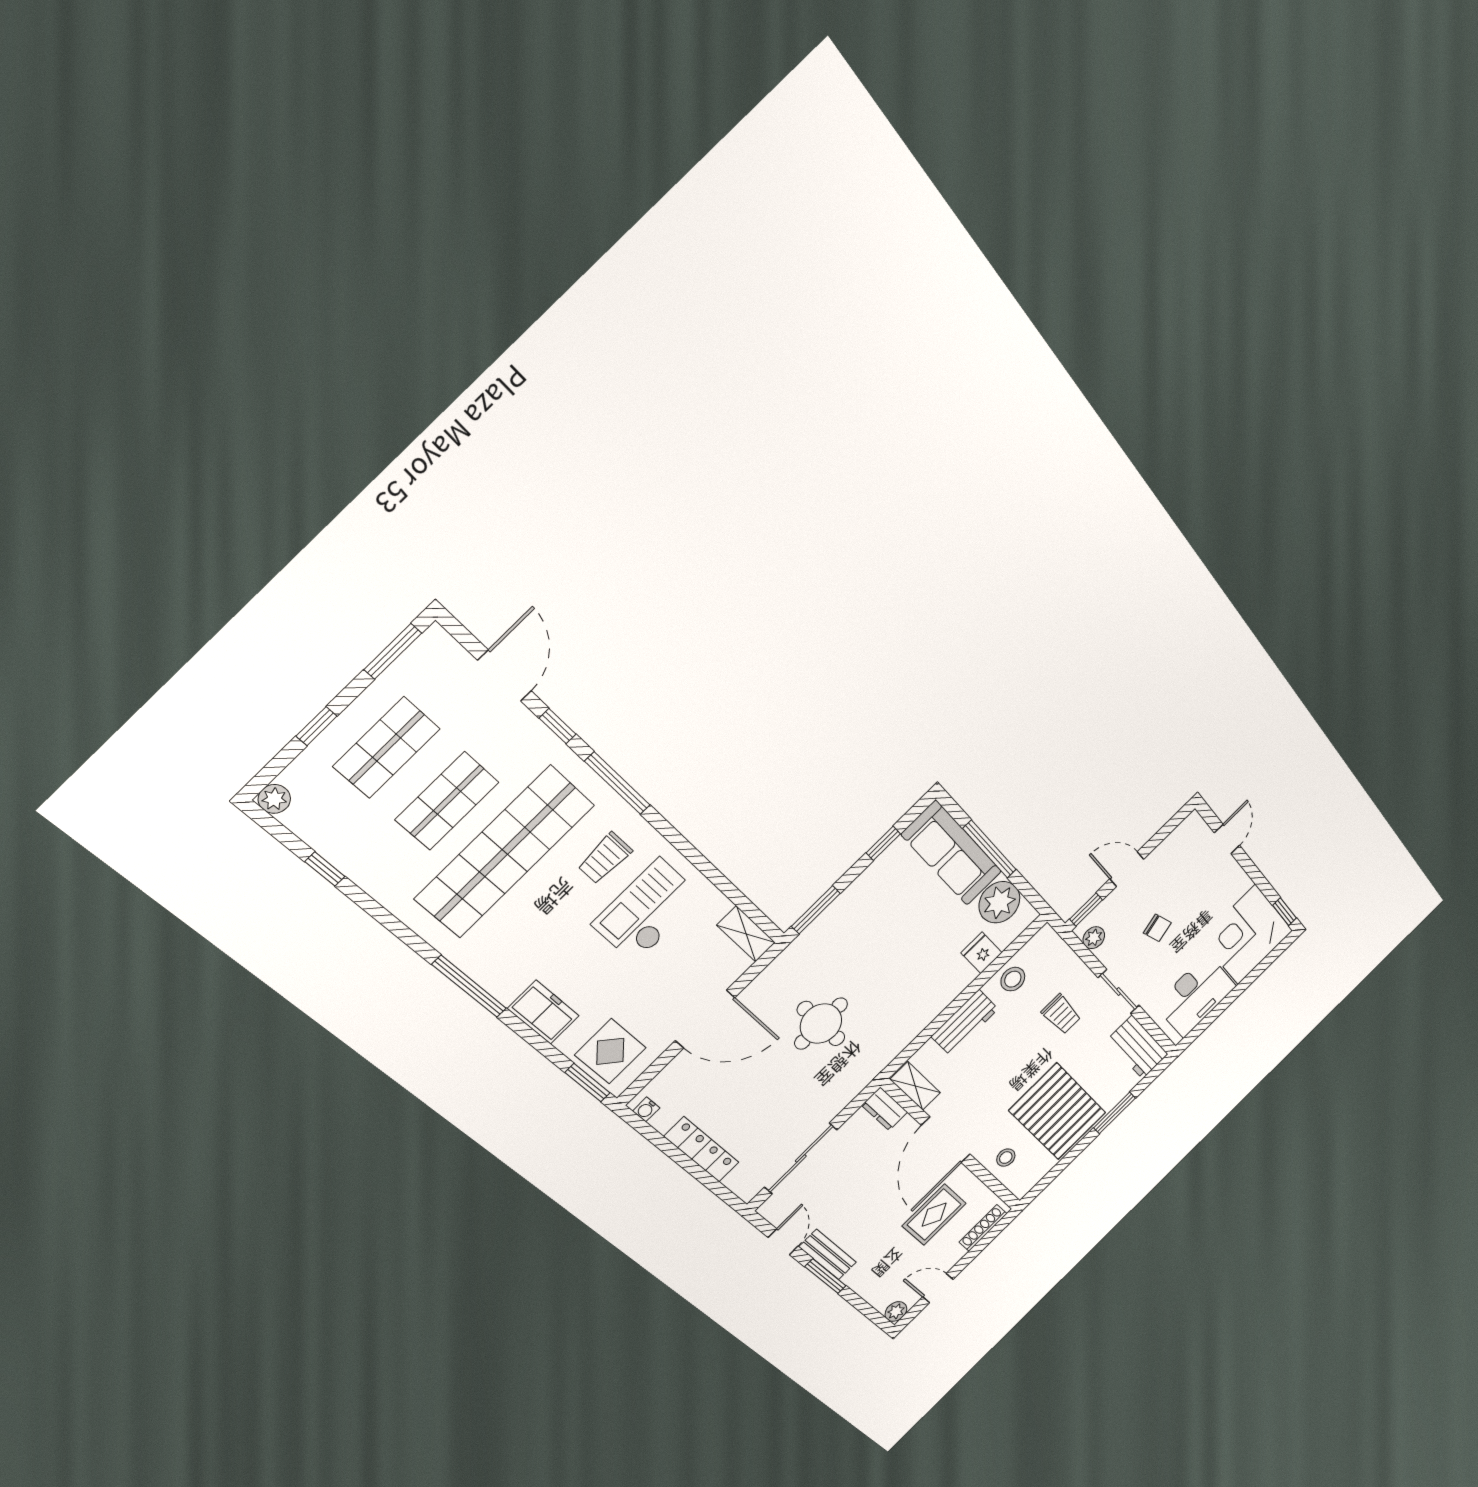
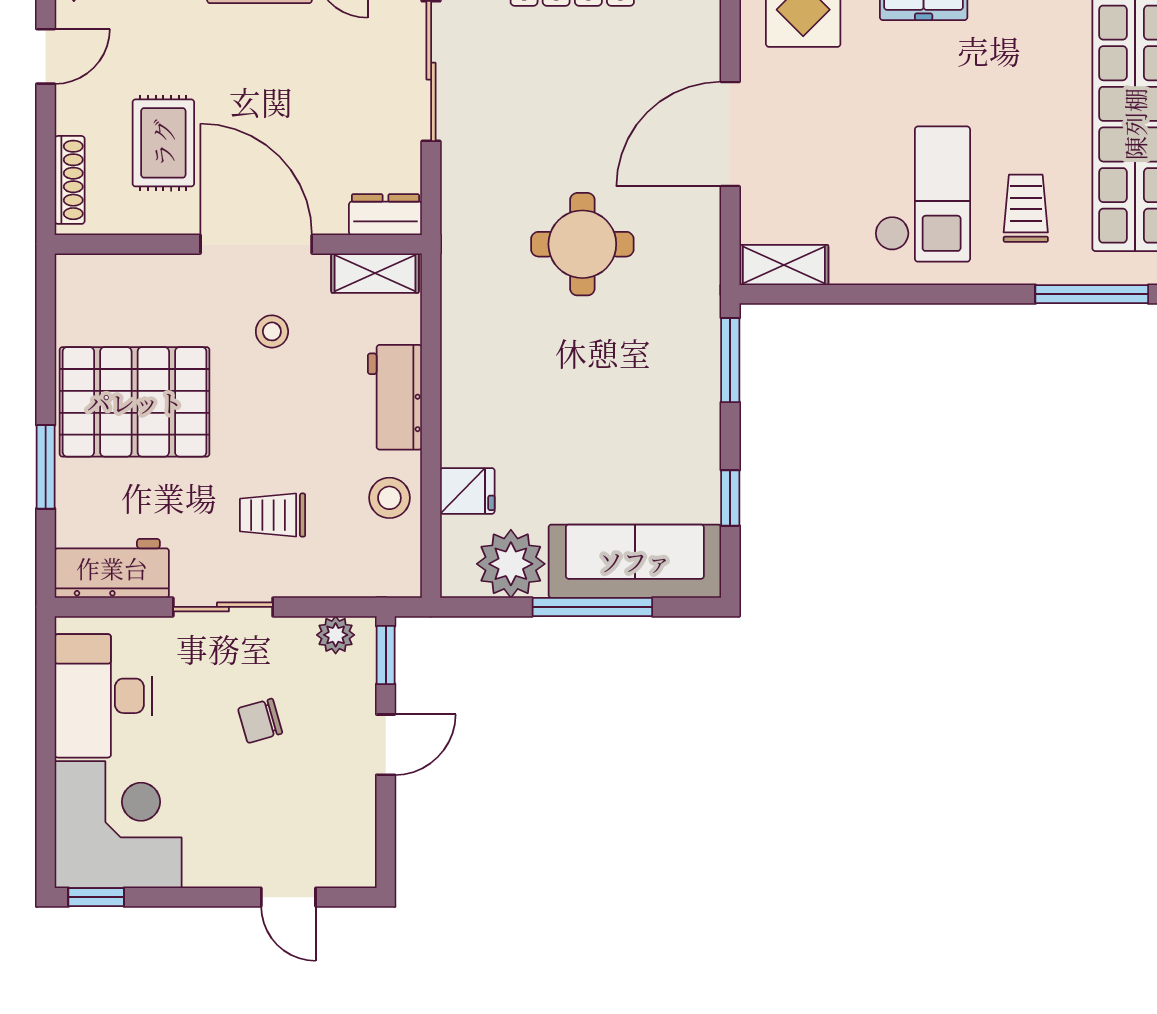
stool: (1006, 1158) -> (272, 331), moved

